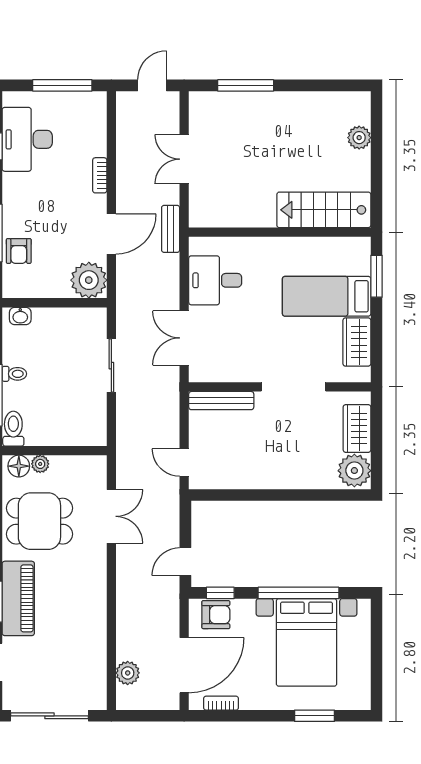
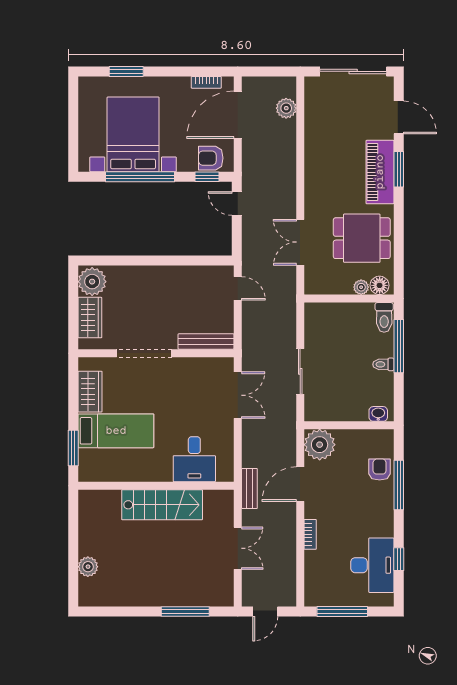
stairs: (324, 210) -> (162, 505), moved
desk: (215, 280) -> (194, 459), moved, turned 90
door: (185, 562) -> (237, 204), swing flipped

